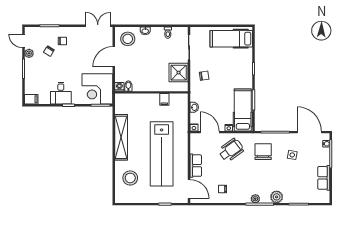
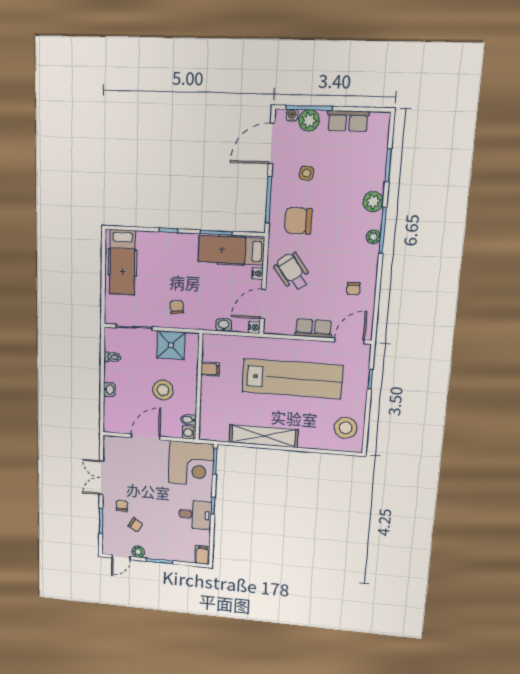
double door: (98, 26) -> (101, 478), moved
stool: (128, 39) -> (163, 390), moved
door: (114, 57) -> (146, 437), swing flipped
plant: (323, 154) -> (309, 120), added
stool: (130, 178) -> (346, 428), moved

